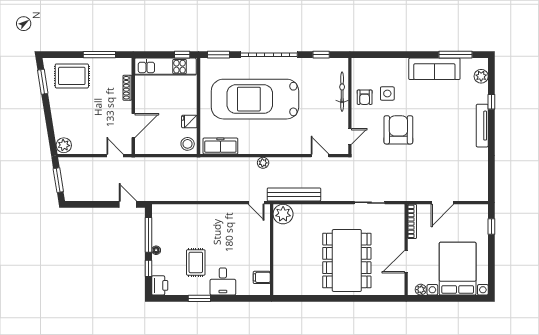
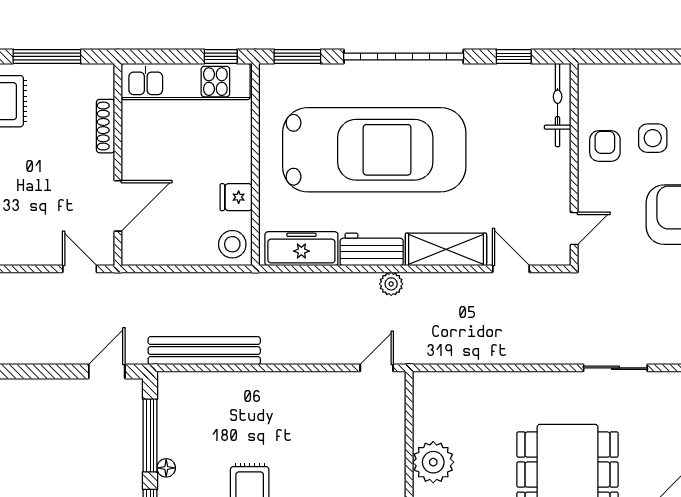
bicycle: (342, 92) -> (558, 105), moved
armchair: (365, 97) -> (605, 146), turned 180
car: (255, 99) -> (374, 150), turned 180
workbench: (254, 146) -> (372, 249), added
shelving: (289, 146) -> (446, 249), added
bench: (294, 194) -> (204, 351), moved
door: (256, 203) -> (377, 368), swing flipped
door: (128, 204) -> (107, 371), hinge flipped
plant: (283, 214) -> (433, 462), moved

